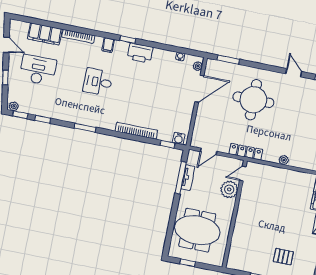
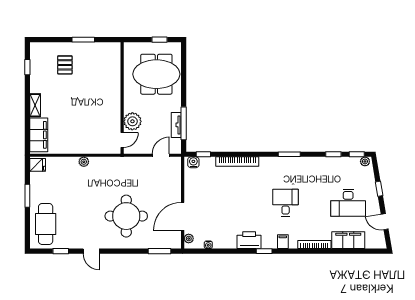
desk: (98, 82) -> (286, 203), turned -90
locker: (246, 152) -> (123, 162), removed
pallet: (283, 257) -> (65, 65), turned 90

